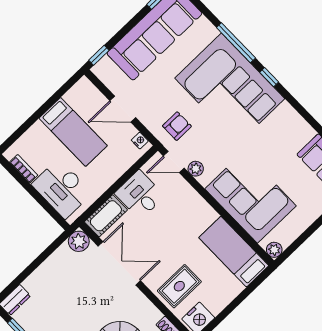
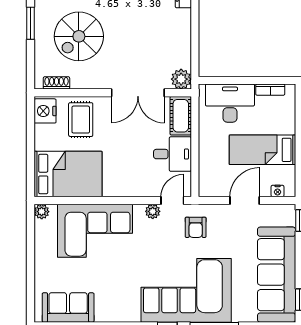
nightstand: (140, 141) -> (278, 191), moved
bed: (234, 252) -> (68, 174), width x1.50

